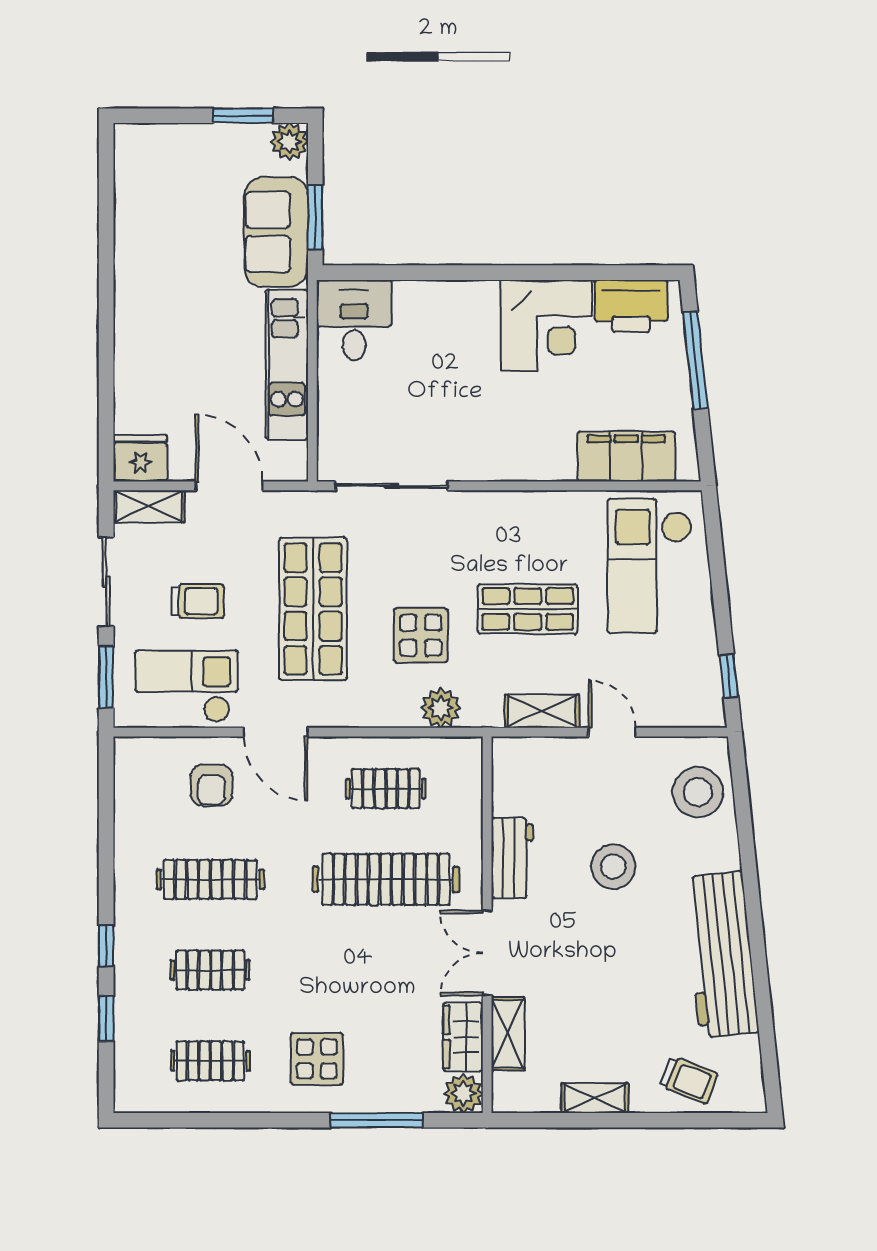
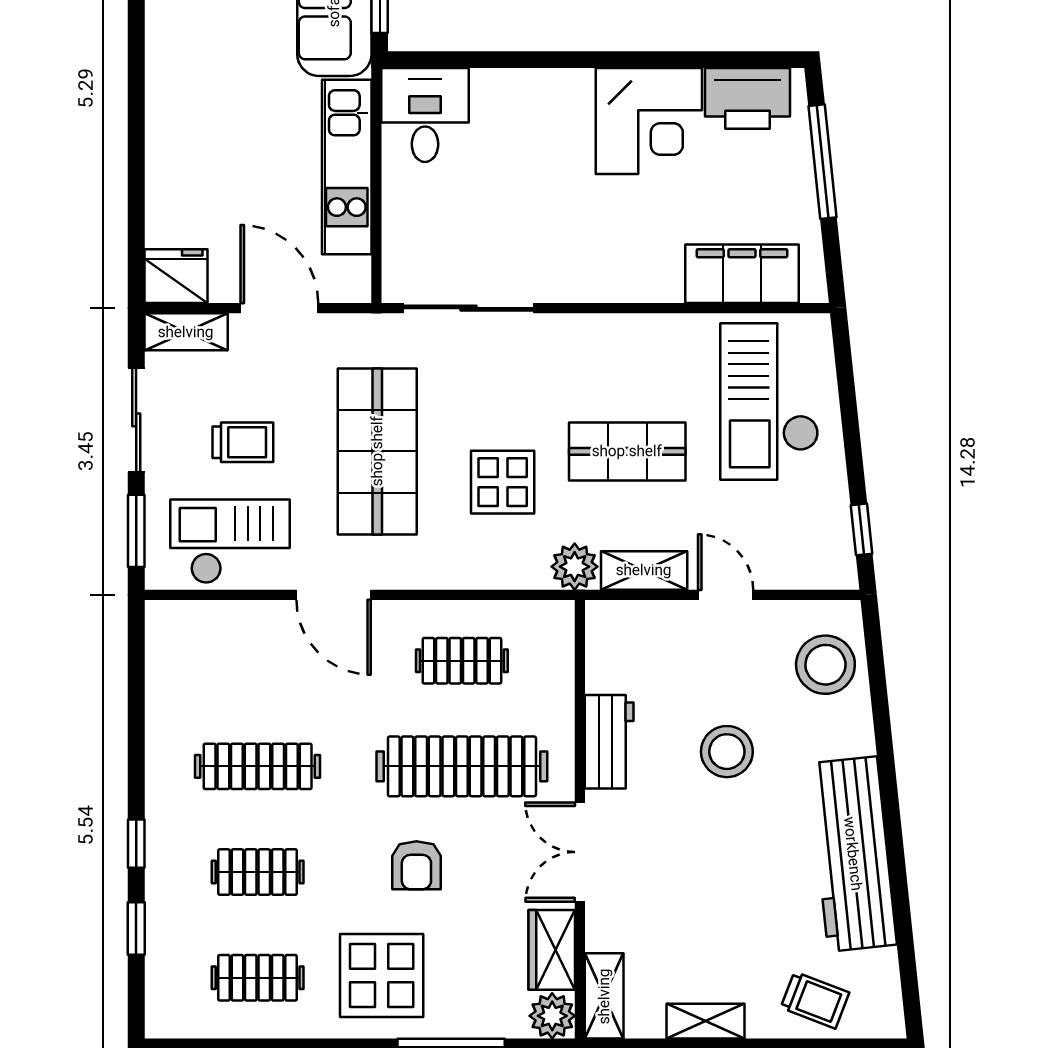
plant: (441, 708) -> (575, 567), moved
armchair: (211, 785) -> (416, 865), moved
shelving: (508, 1034) -> (604, 996), moved
display table: (317, 1059) -> (382, 976), width x1.36, depth x1.36

